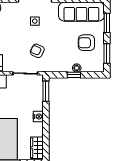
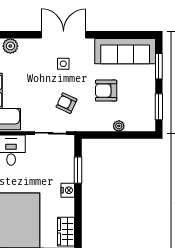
armchair: (86, 43) -> (106, 91), moved
window: (74, 75) -> (115, 135), removed
window: (46, 91) -> (78, 170), moved

